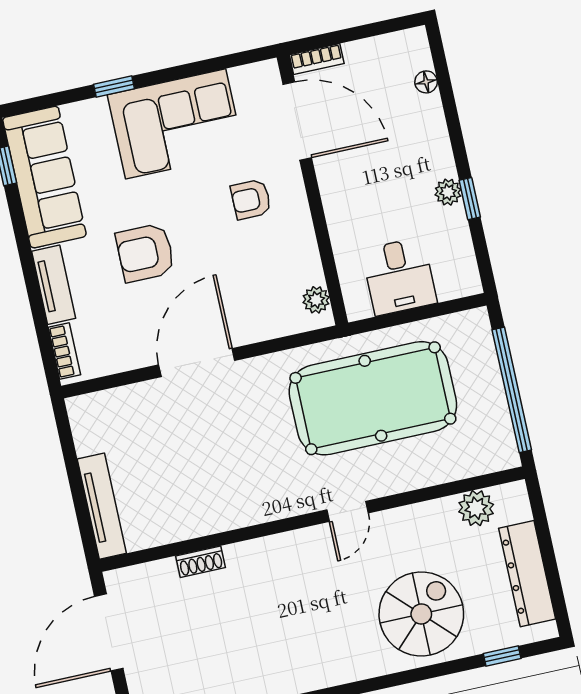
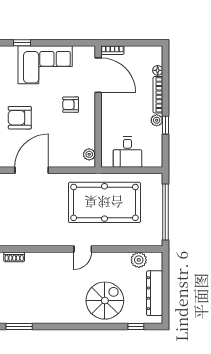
bookcase: (438, 136) -> (158, 95), added

